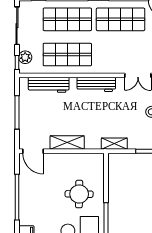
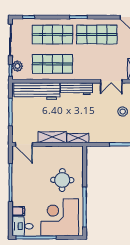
workbench: (49, 85) -> (37, 91), width x1.36, depth x1.32
shelving: (114, 144) -> (78, 138), moved

